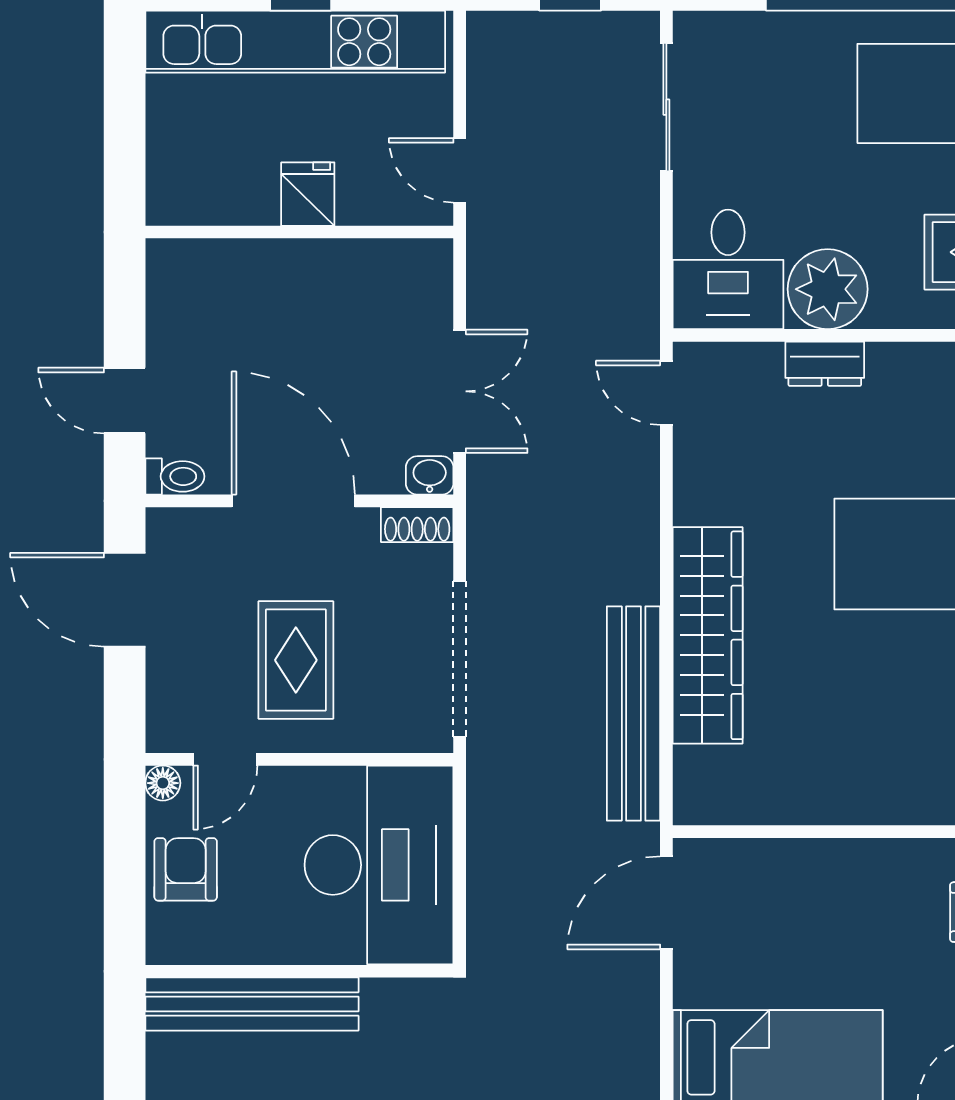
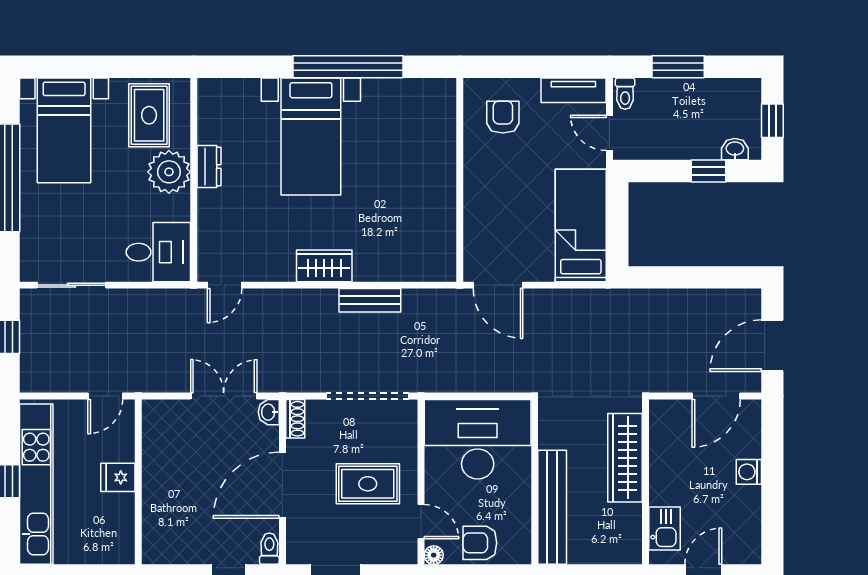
plant: (828, 289) -> (169, 172), moved
dresser: (825, 364) -> (209, 167), moved
wardrobe: (708, 635) -> (324, 266), width x0.48, depth x0.85
bench: (634, 714) -> (370, 300), width x0.54, depth x0.82

